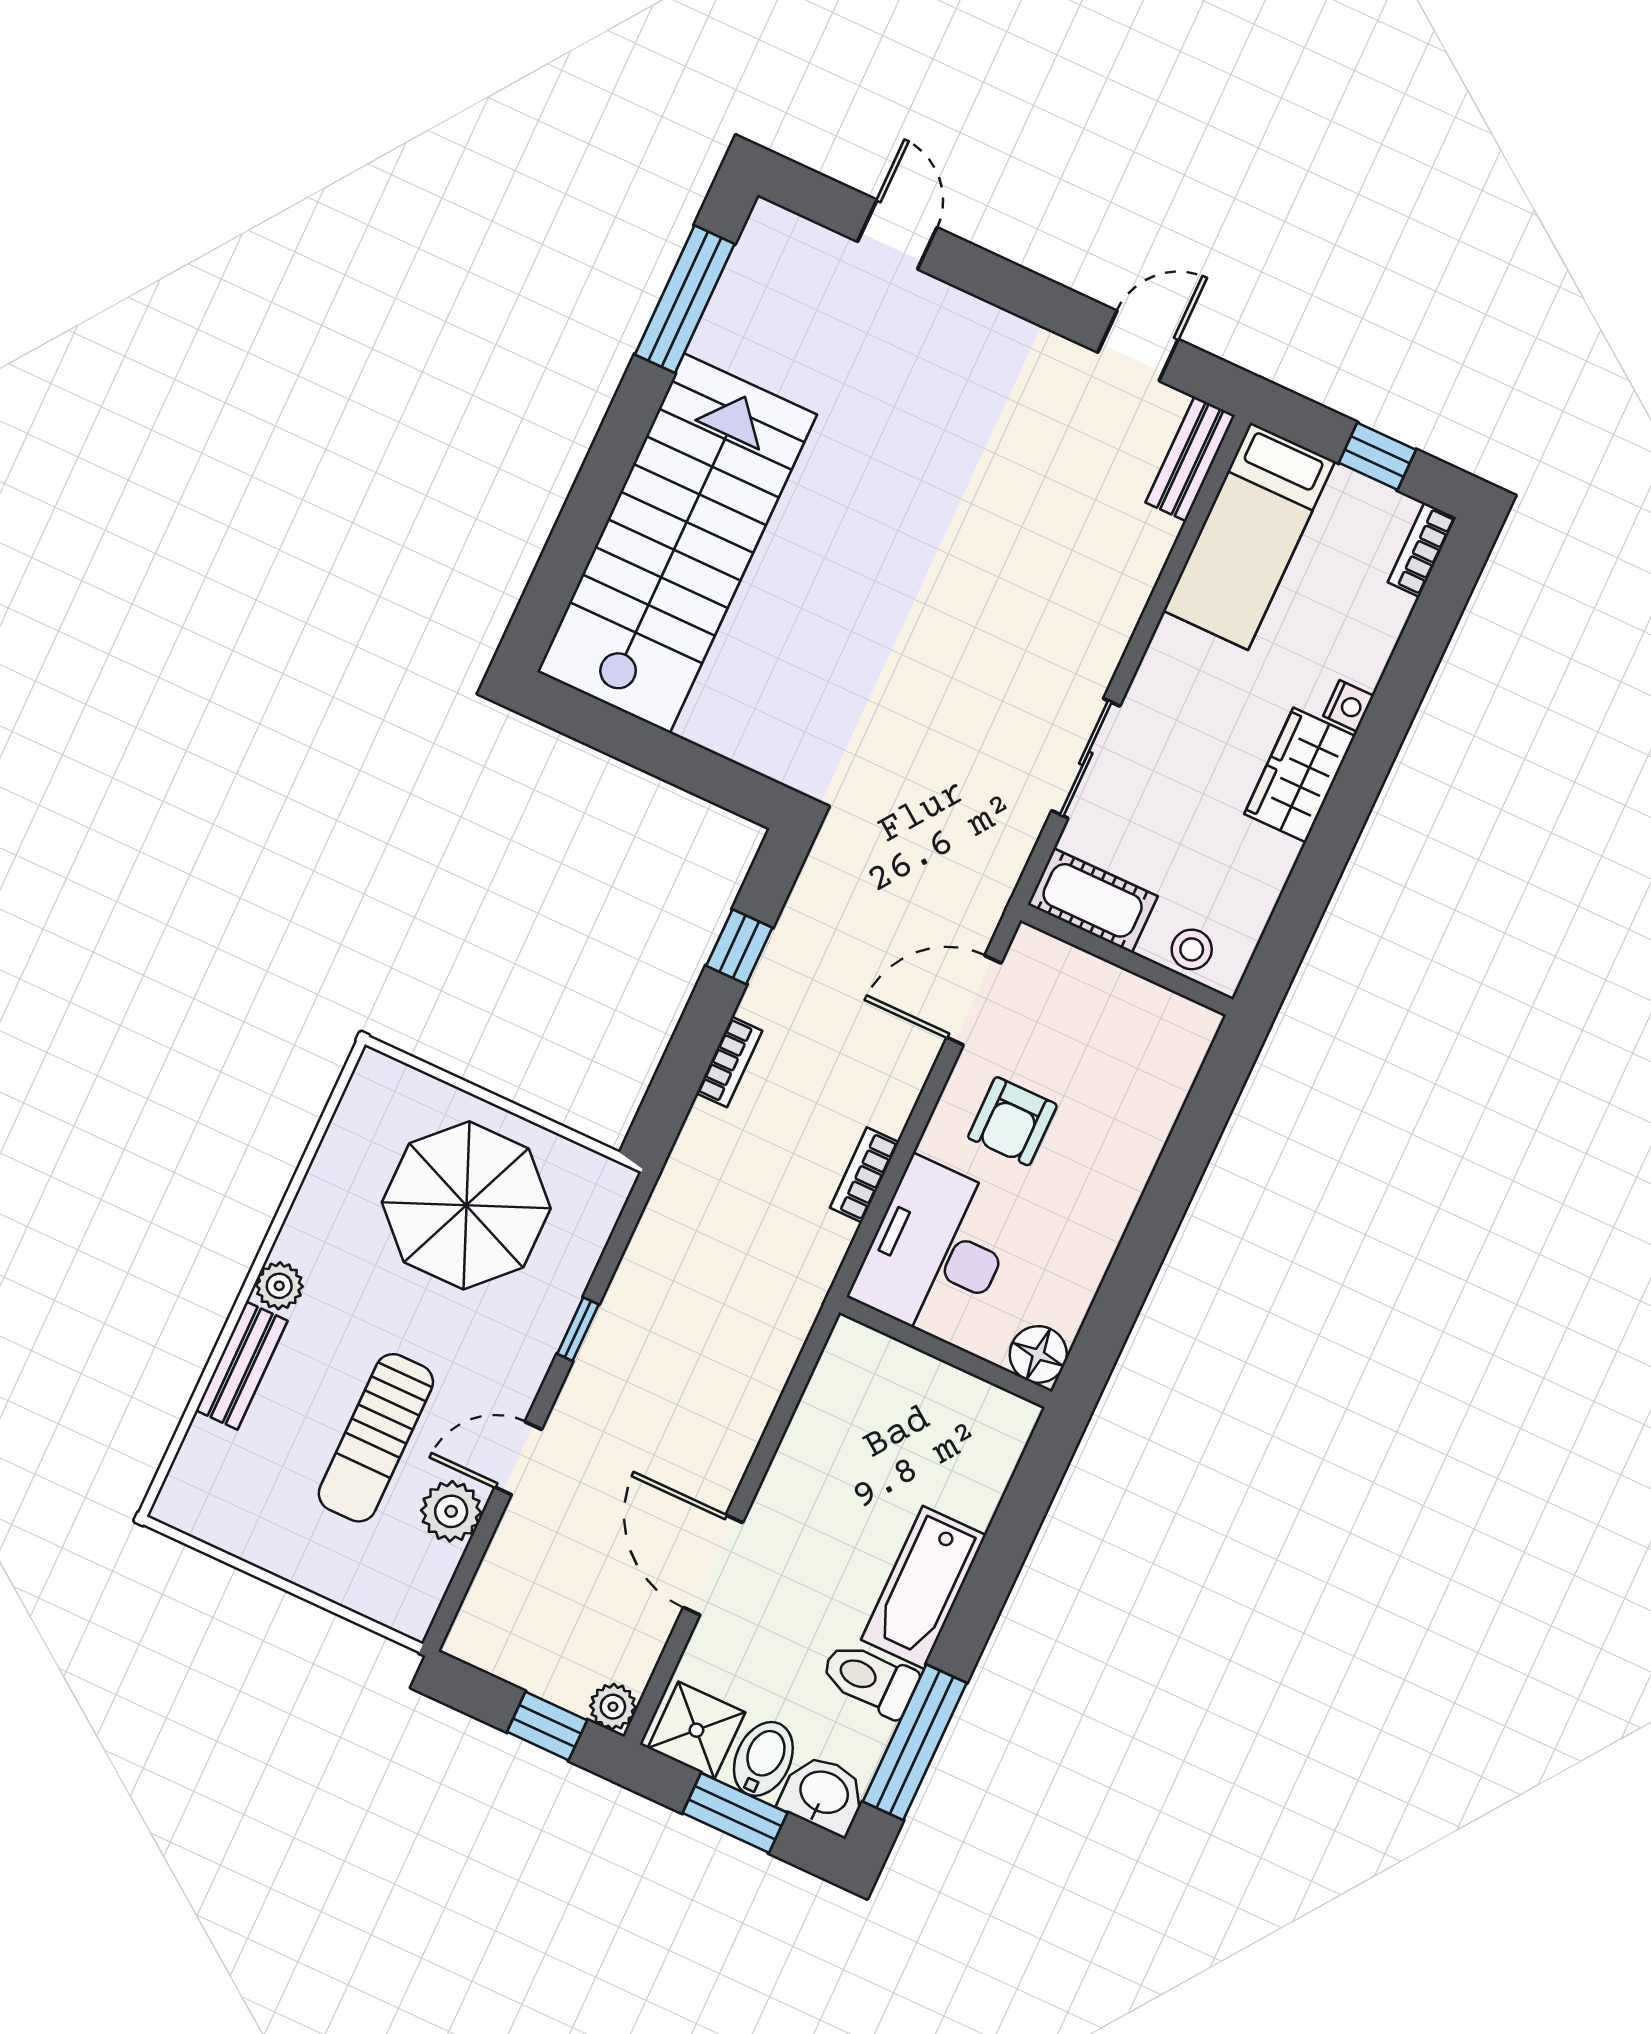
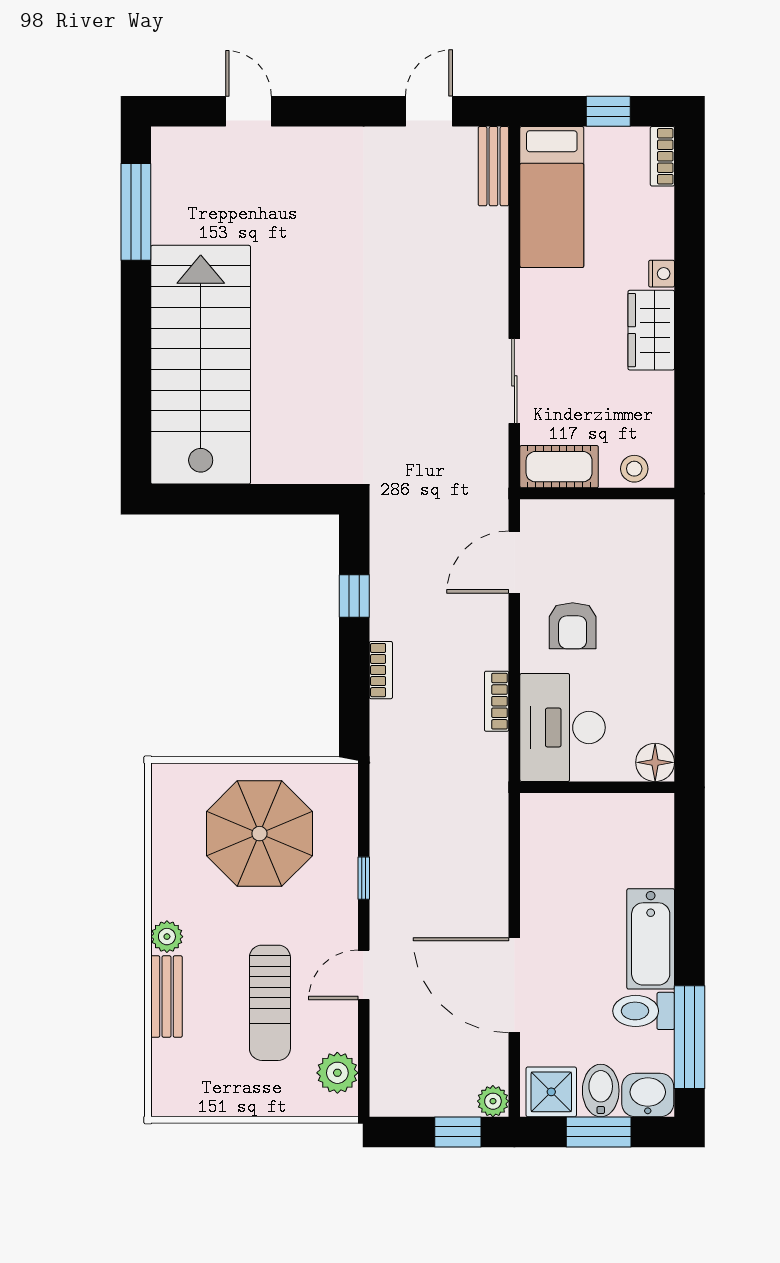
plant: (451, 1511) -> (337, 1073), moved
door: (713, 1565) -> (514, 985), width x1.36

